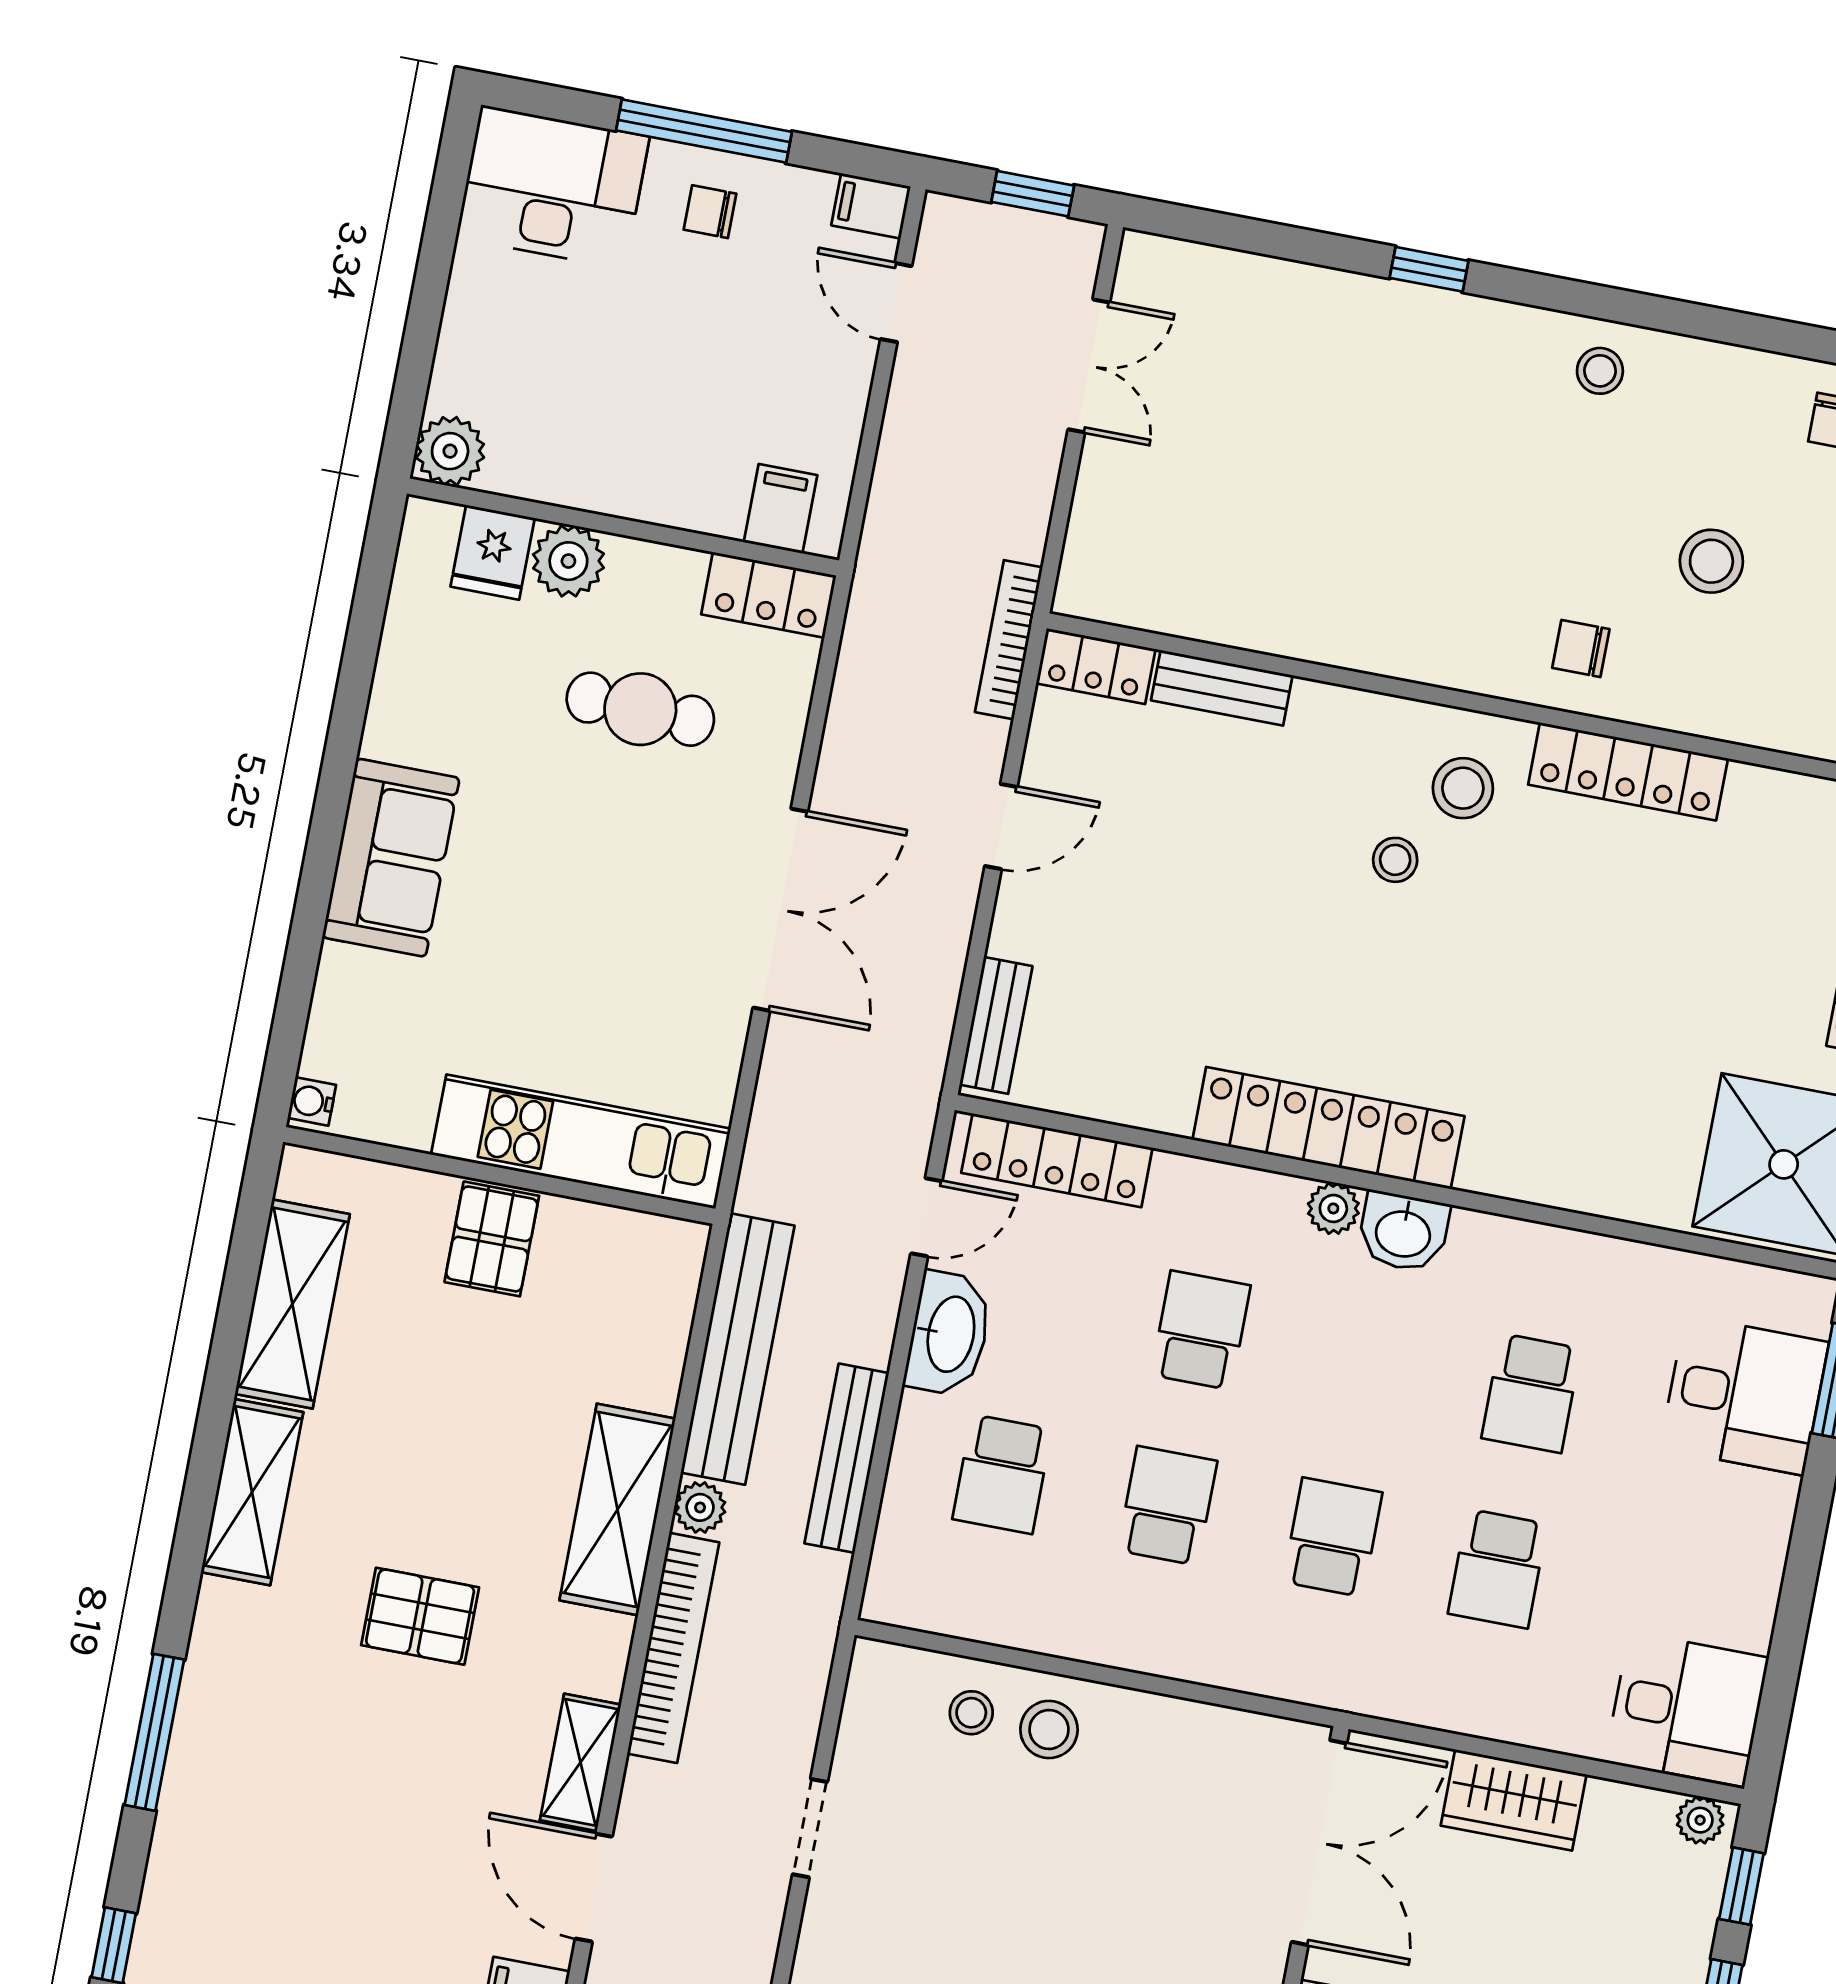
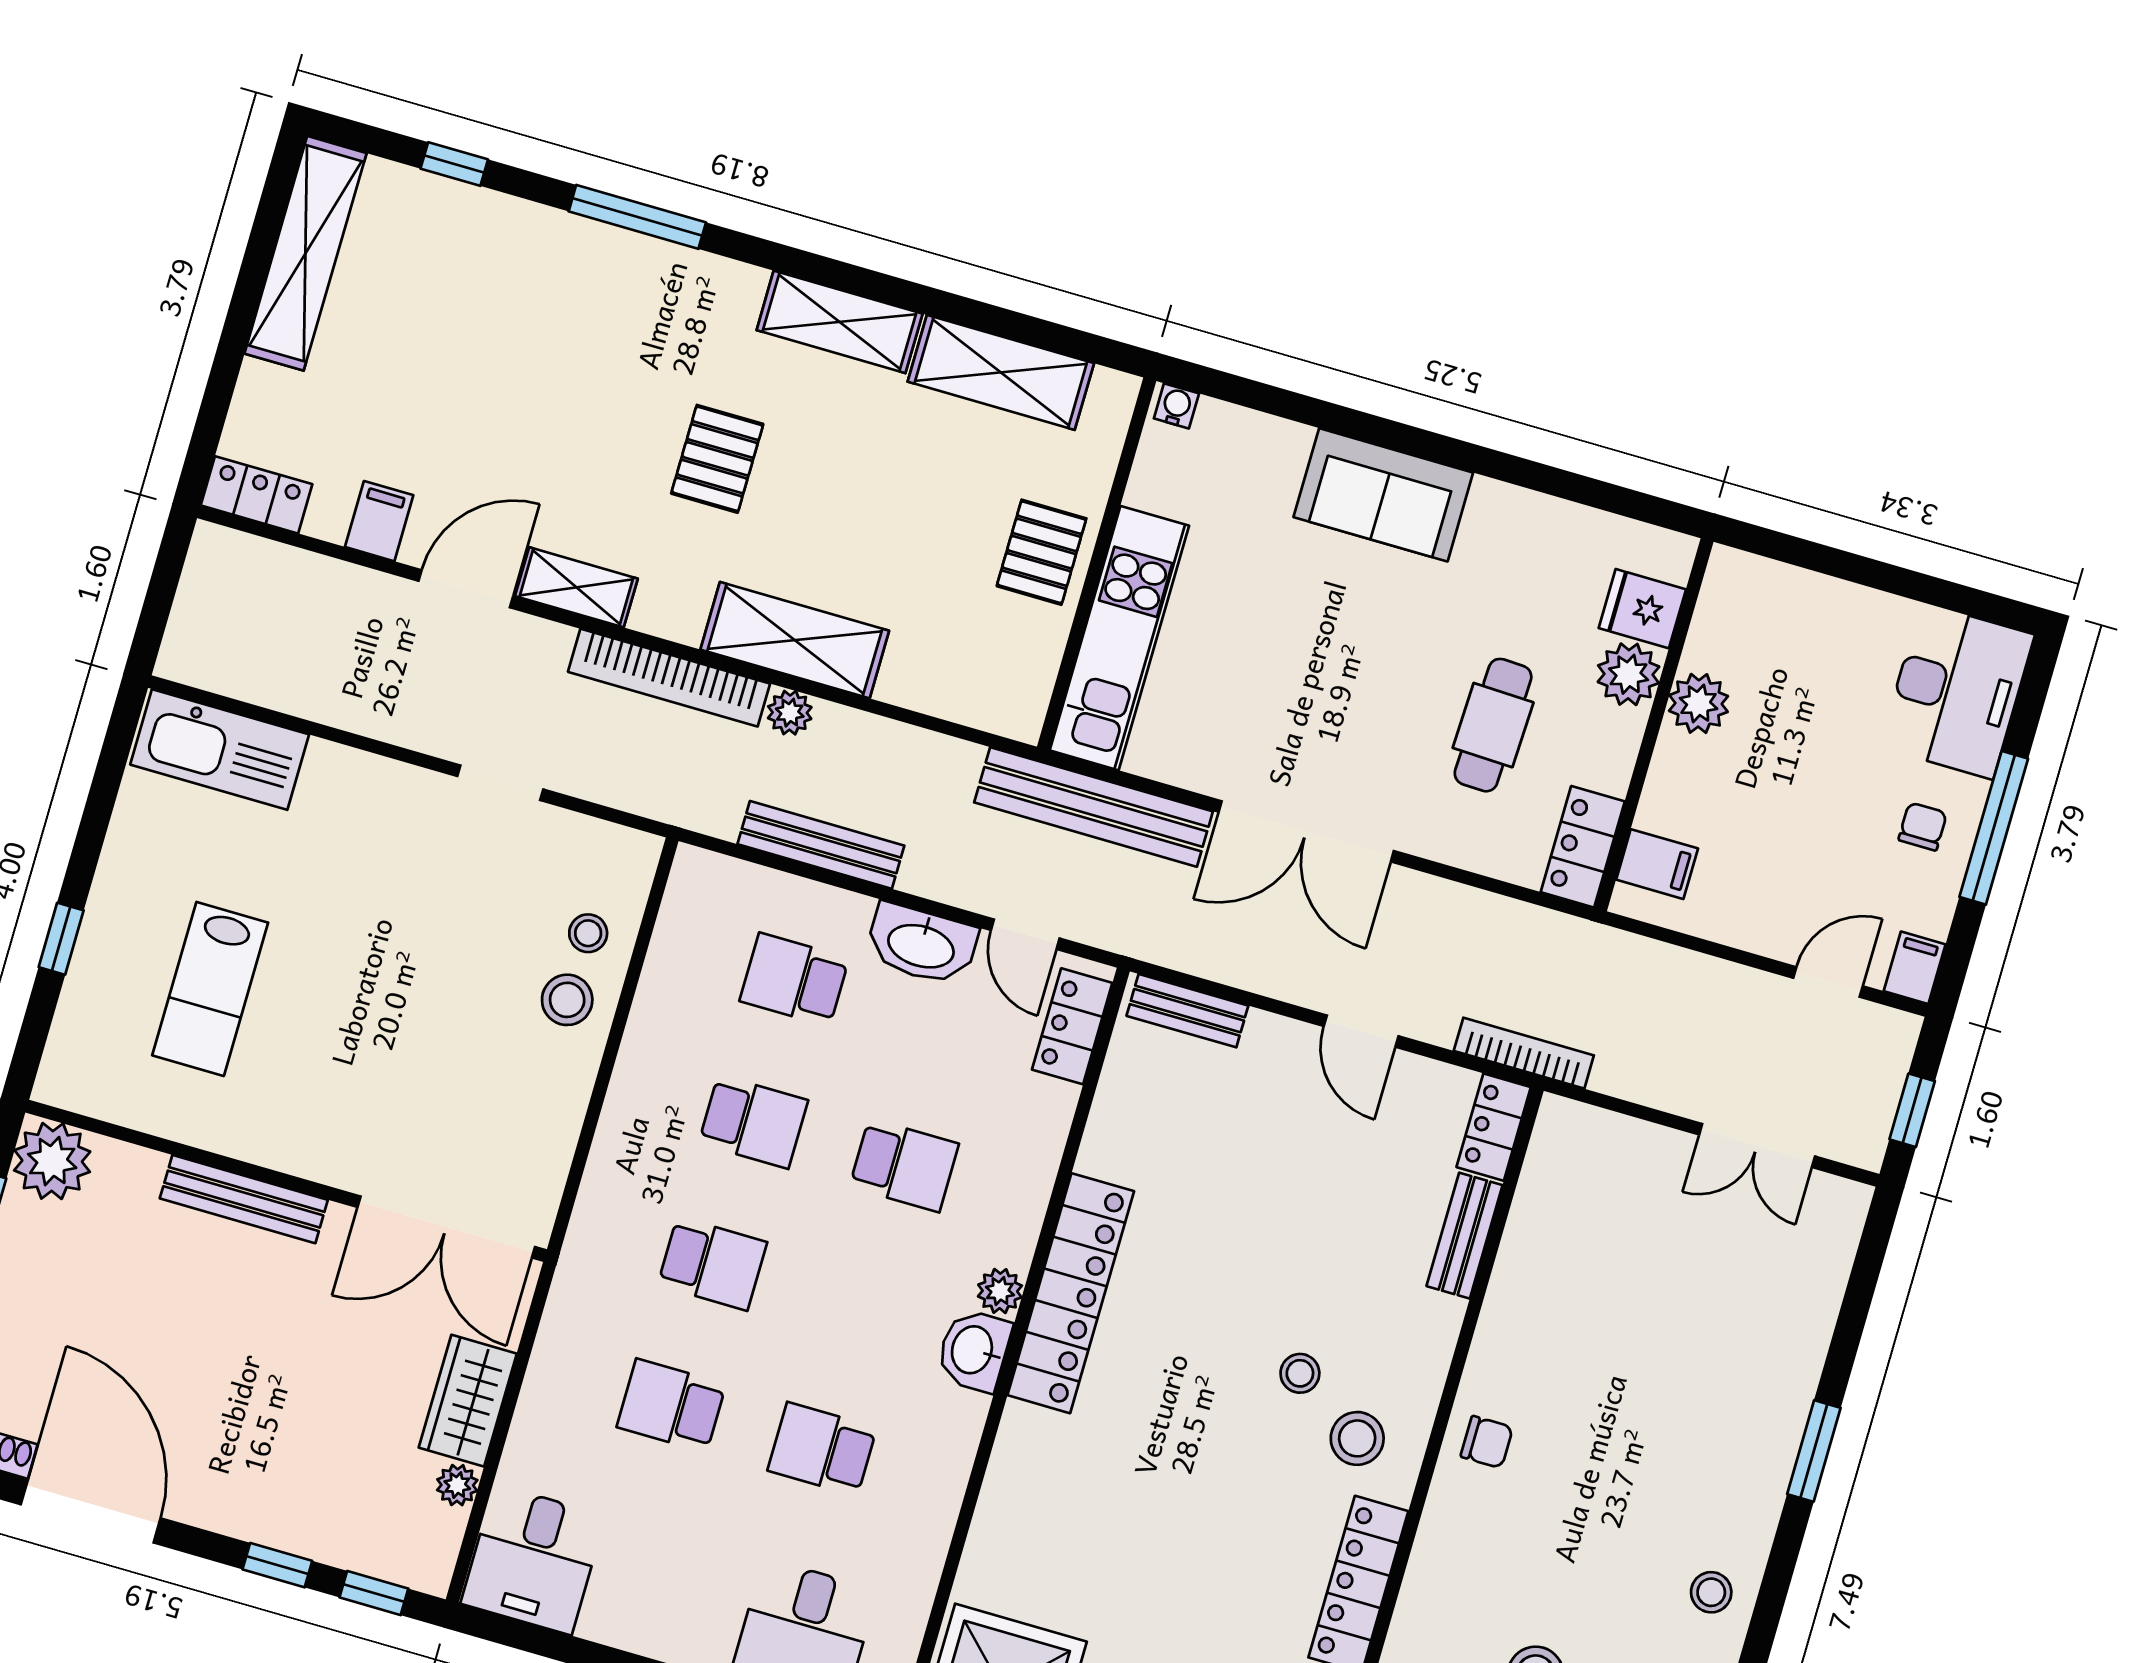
window: (1429, 269) -> (1814, 1451), width x1.50
plant: (450, 451) -> (1699, 703), moved
chair: (1581, 648) -> (1487, 1442), moved, turned 90
locker: (1057, 1160) -> (1072, 1026), width x0.66
pallet: (492, 1239) -> (1042, 552), turned 90
bench: (738, 1349) -> (1094, 807), moved
plant: (1700, 1820) -> (457, 1485), moved

